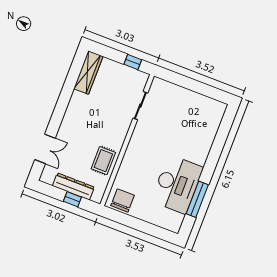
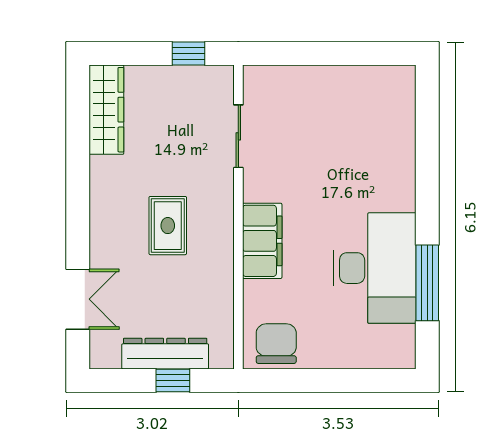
filing cabinet: (133, 154) -> (262, 241), added
rug: (103, 161) -> (168, 226), moved

